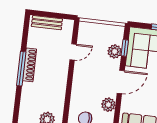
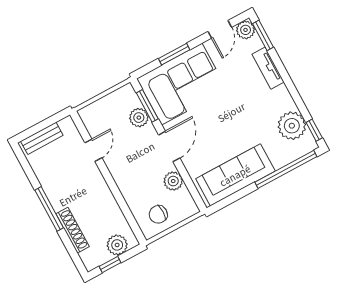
window: (125, 48) -> (147, 106), width x1.50
shoe rack: (29, 65) -> (73, 230), moved

